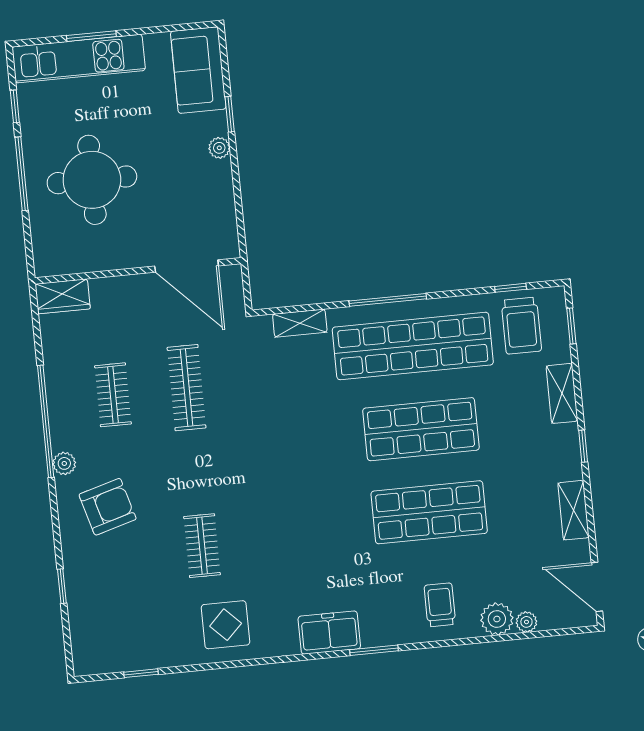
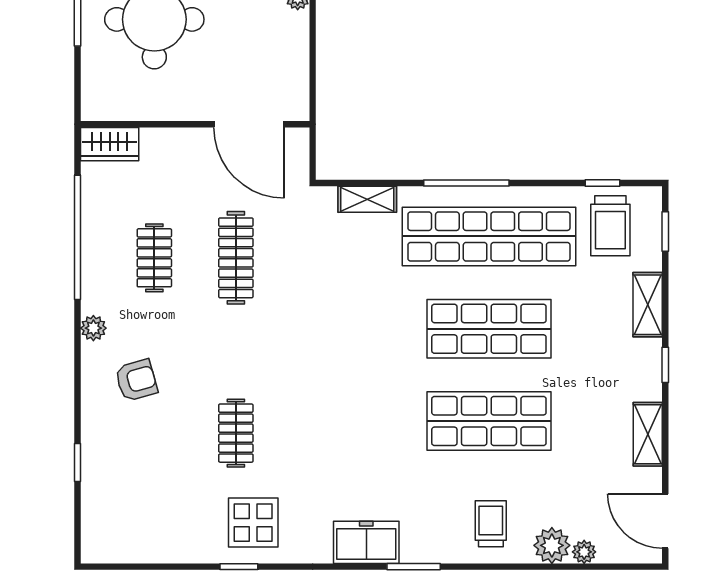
window: (46, 421) -> (78, 237), moved
armchair: (108, 507) -> (136, 380), width x0.72, depth x0.72
window: (141, 673) -> (239, 567), moved

